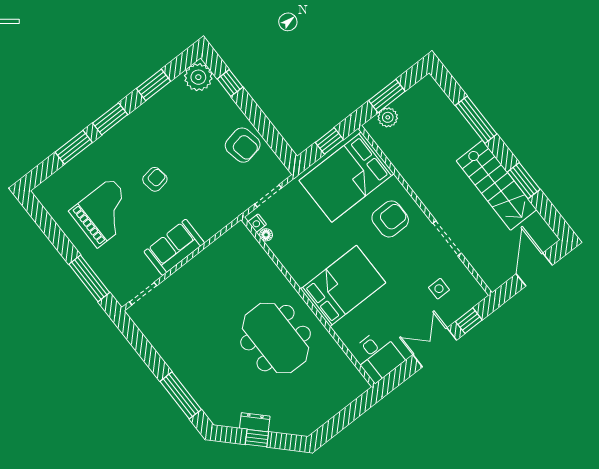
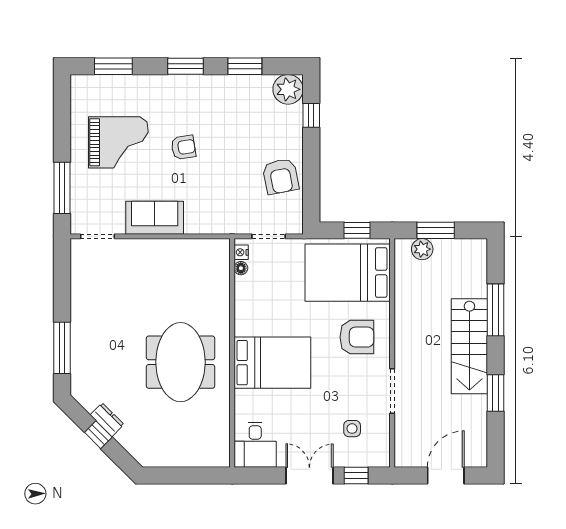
window: (74, 147) -> (113, 66), moved
stairs: (497, 185) -> (469, 346), moved

